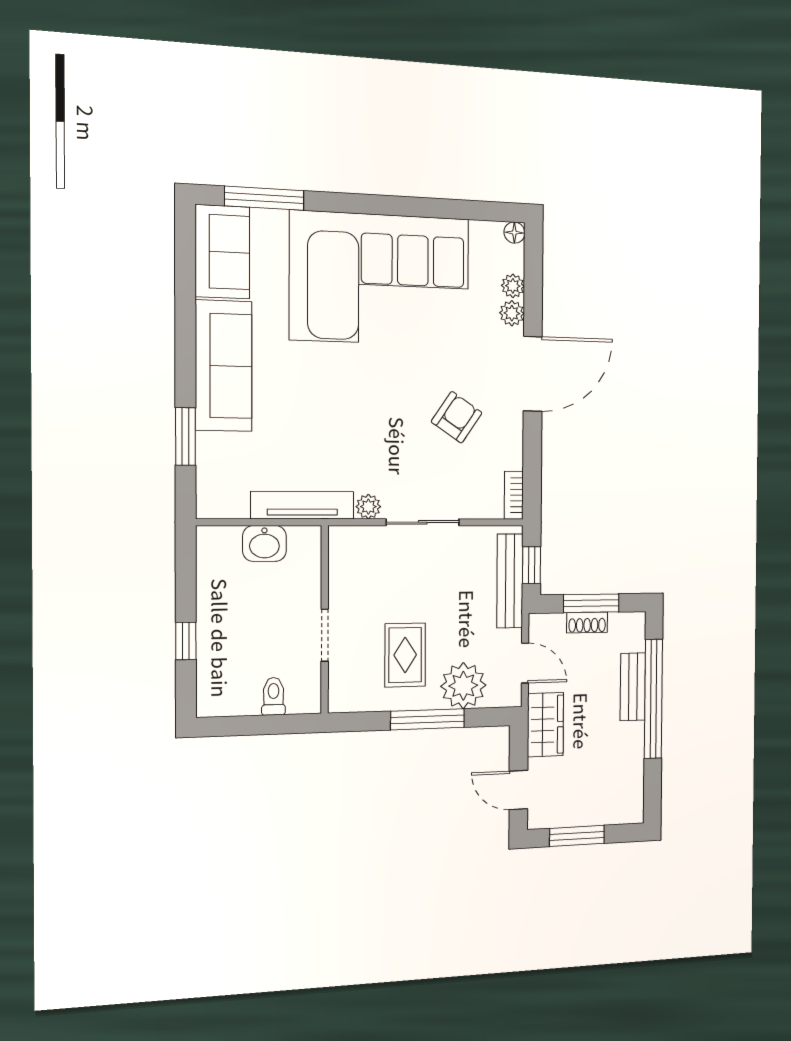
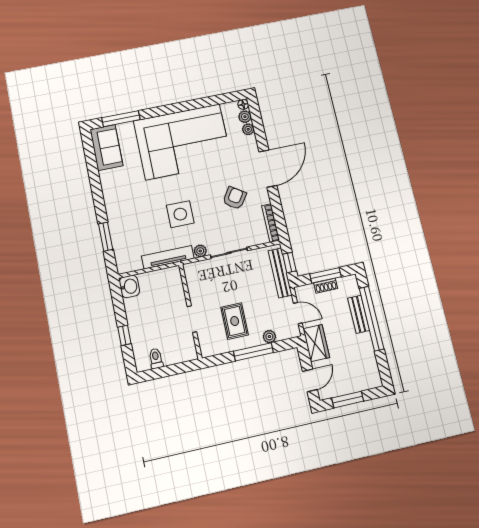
plant: (512, 313) -> (245, 117), moved
sofa: (224, 366) -> (117, 200), removed
side table: (345, 425) -> (180, 214), added
bookcase: (514, 495) -> (271, 223), width x1.56
washbasin: (264, 543) -> (129, 286), moved, turned -90
plant: (463, 686) -> (269, 337), width x0.53, depth x0.53
toilet: (273, 696) -> (156, 358), moved
door: (518, 790) -> (310, 380), swing flipped

